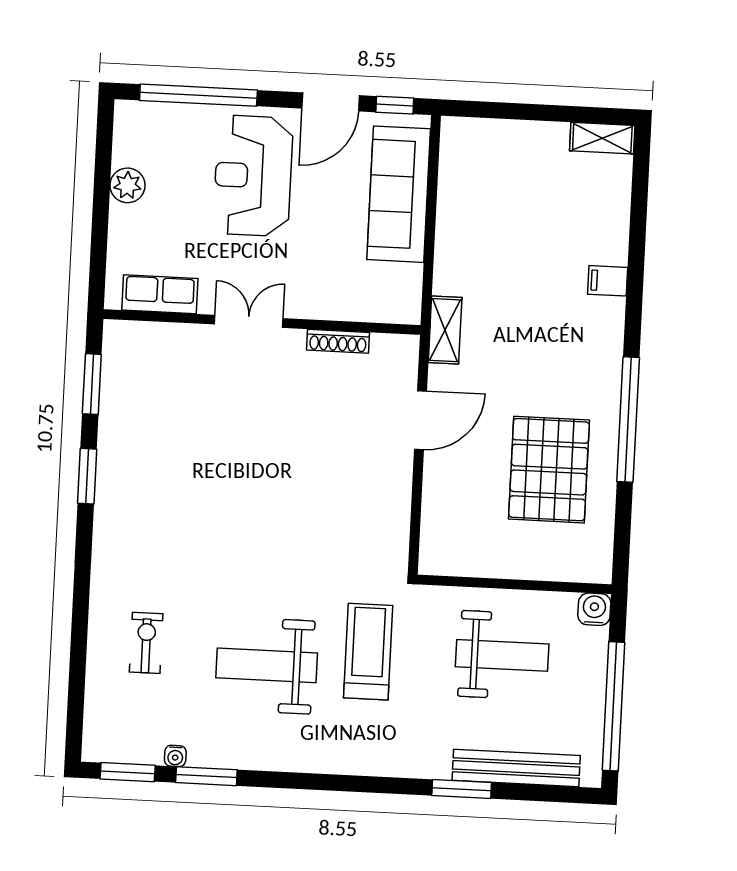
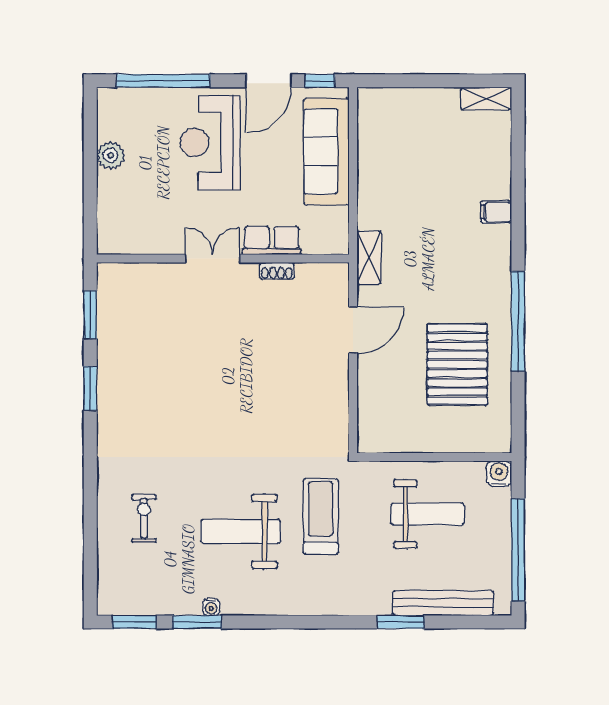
row of seats: (160, 294) -> (272, 241), moved
shoe rack: (338, 341) -> (277, 271), width x0.70
water cooler: (175, 756) -> (211, 607), moved

